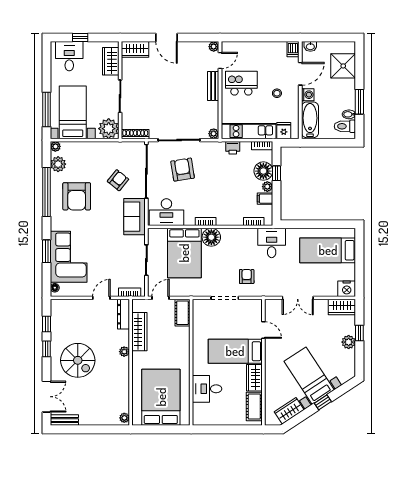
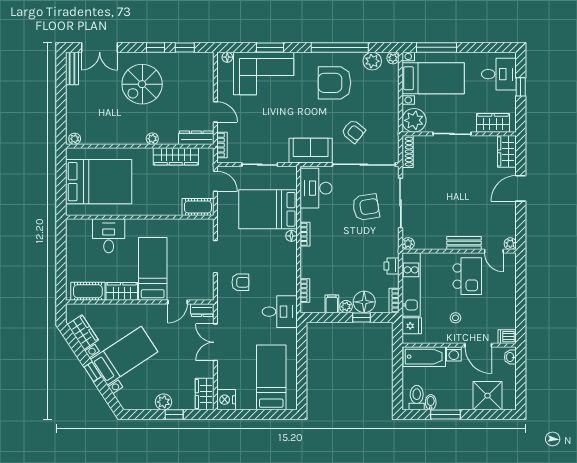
floor lamp: (211, 237) -> (291, 236), width x0.53, depth x0.53
dresser: (270, 309) -> (202, 310), added

